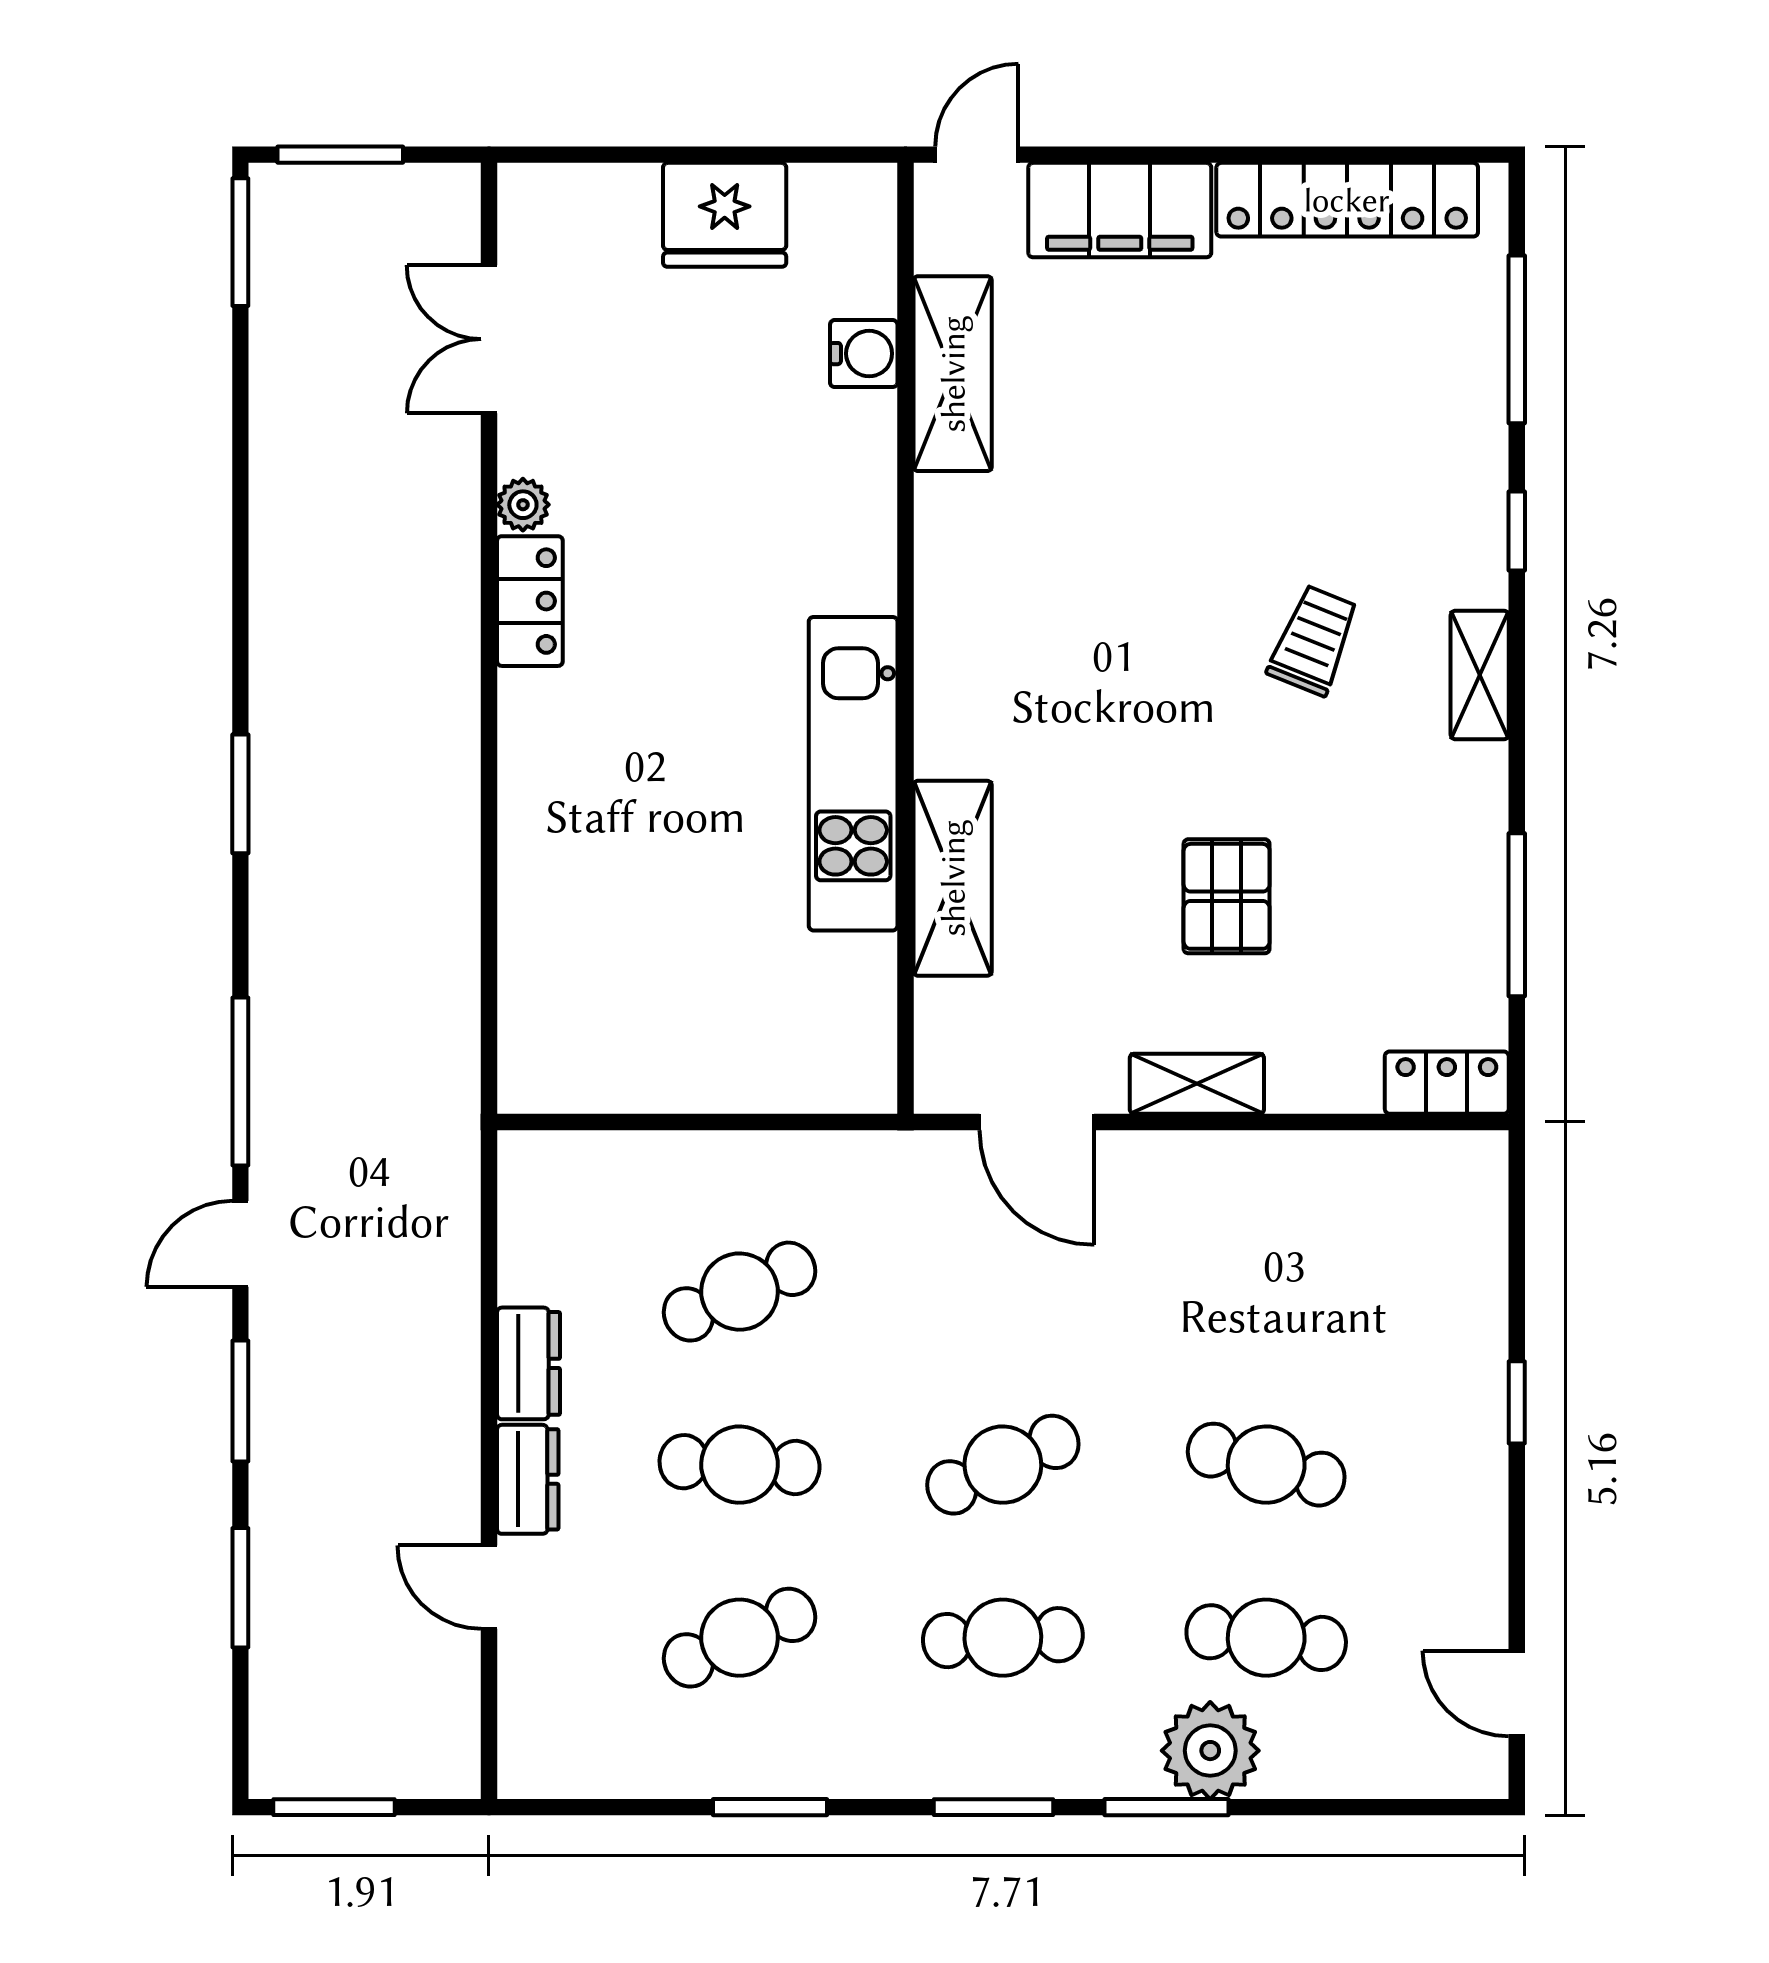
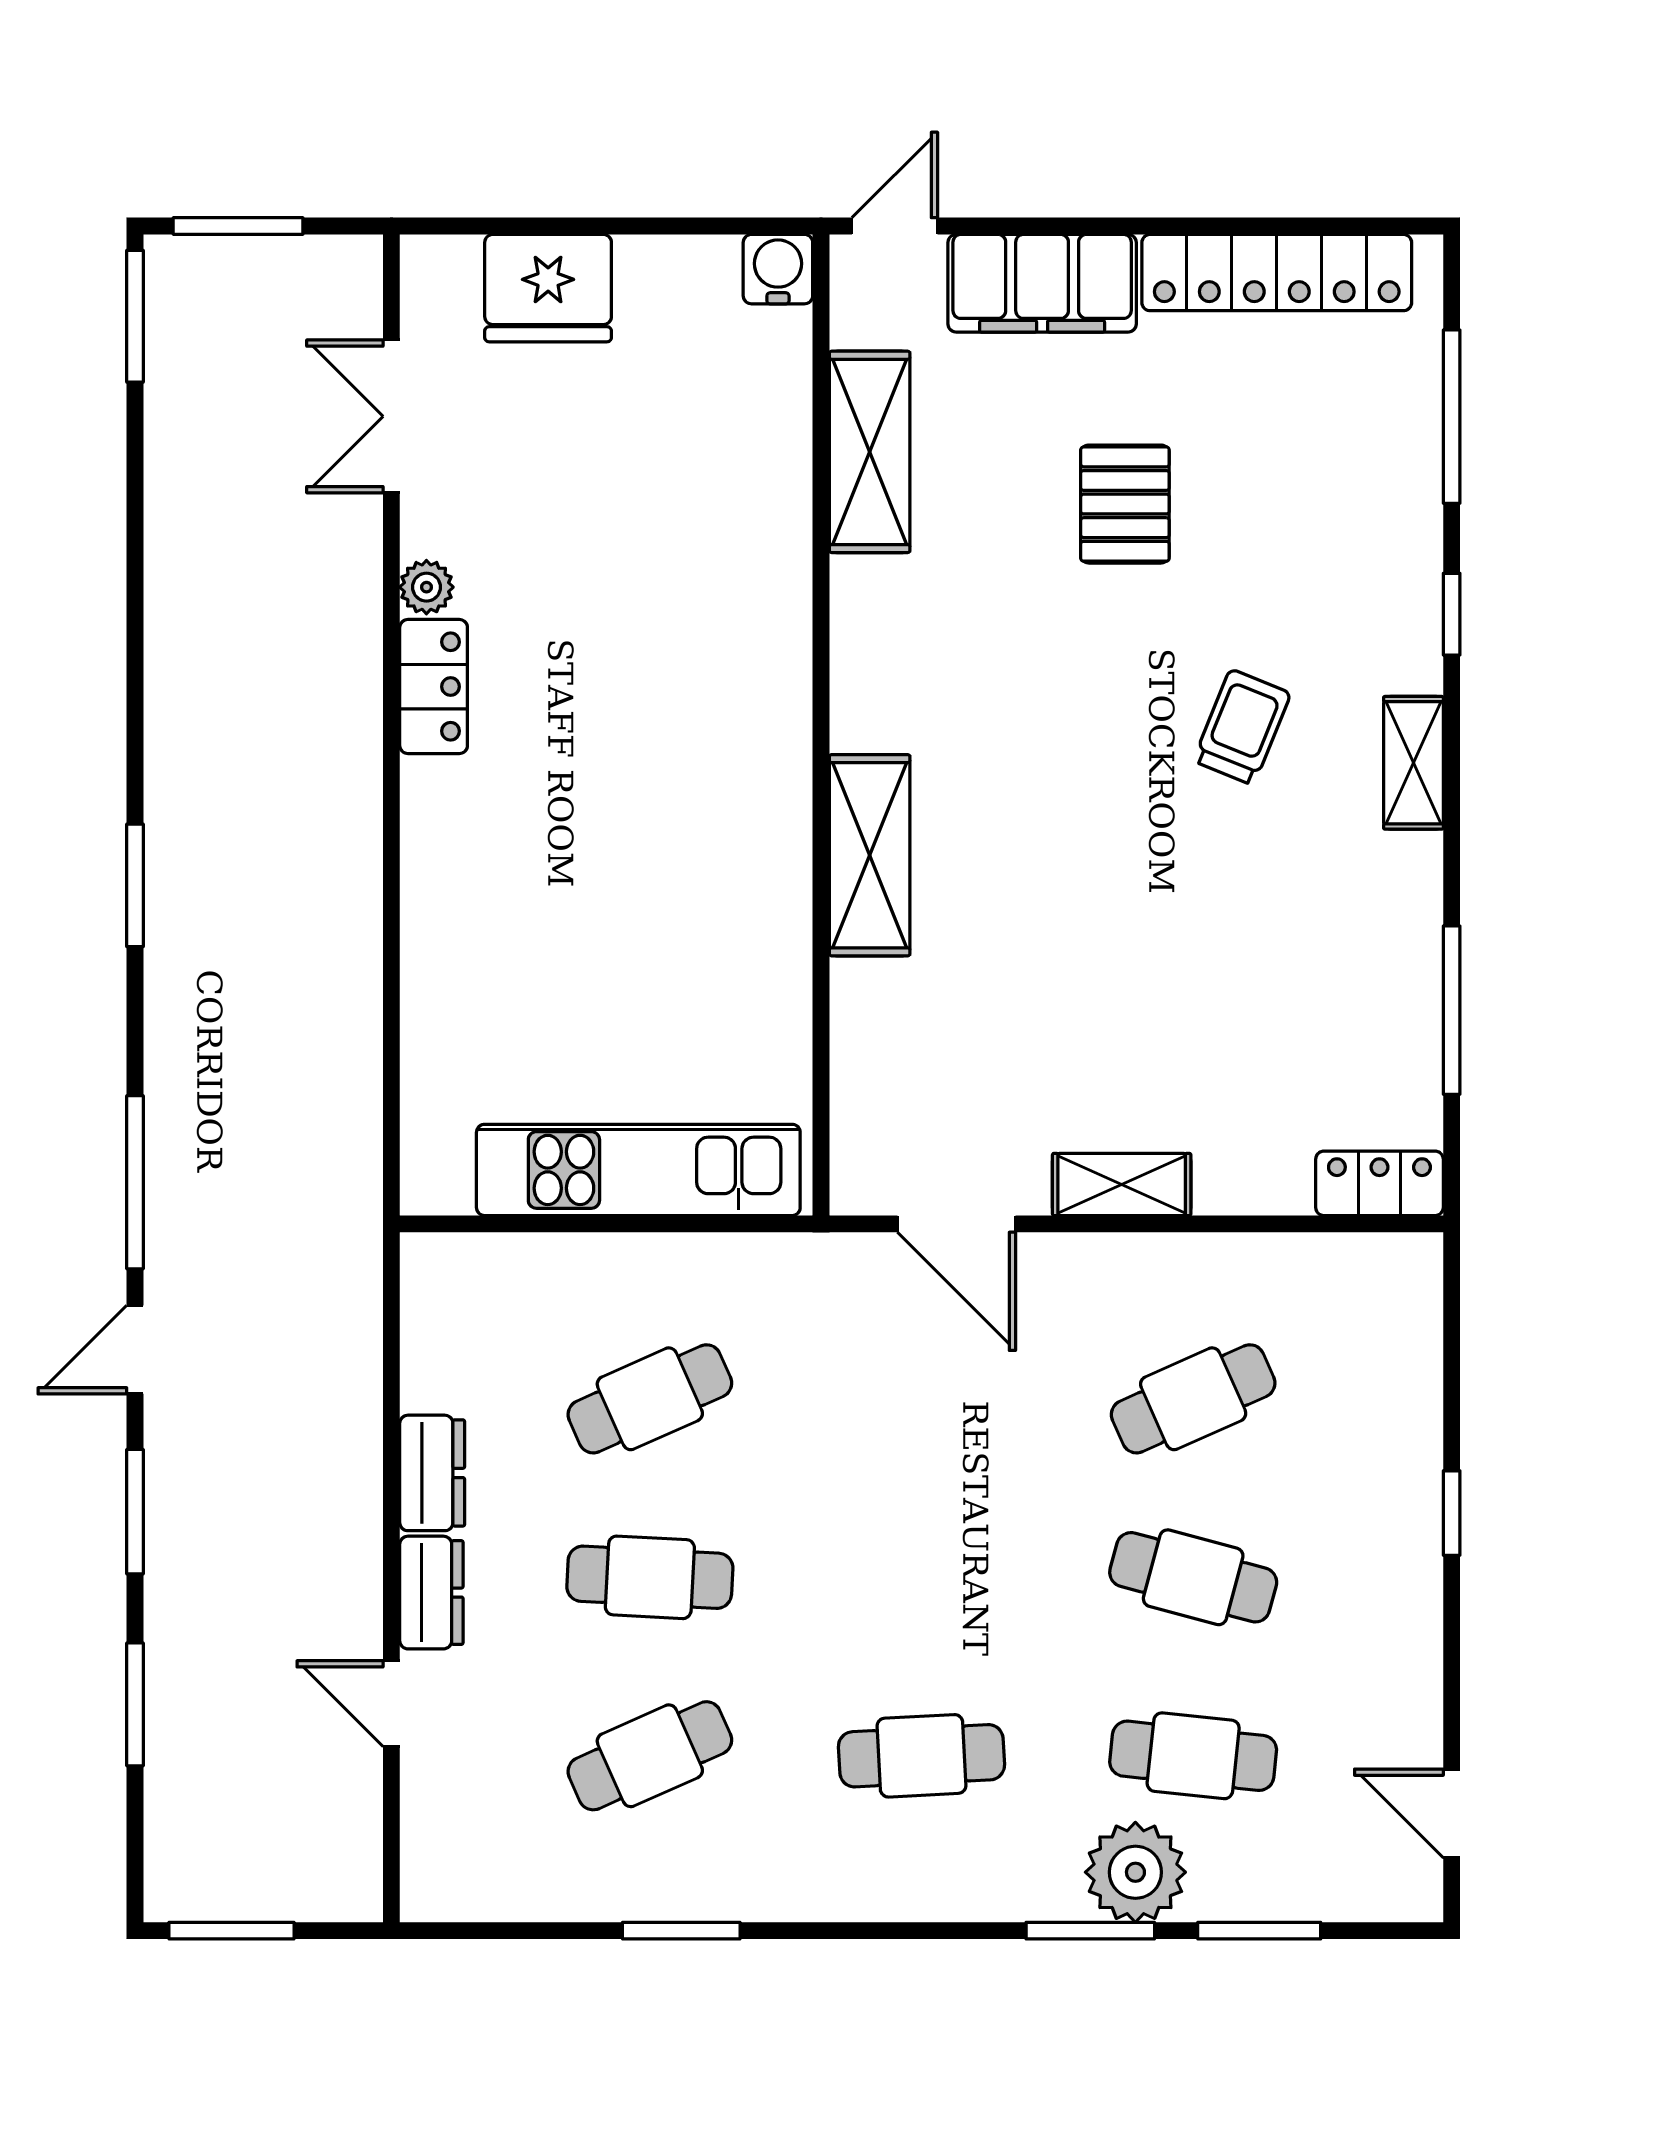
fridge: (725, 215) -> (548, 288), moved
water cooler: (864, 354) -> (778, 269), moved, turned -90
kitchen unit: (853, 774) -> (638, 1170), moved, turned 90
shelving: (953, 878) -> (870, 855), moved
pallet: (1227, 896) -> (1125, 504), moved
cafe table: (1003, 1465) -> (1193, 1399), moved
window: (994, 1807) -> (1259, 1931), moved

